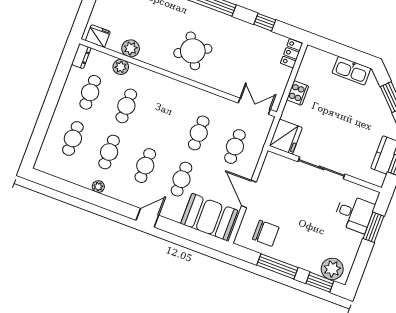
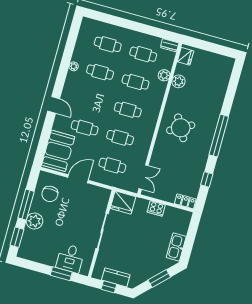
cafe table: (145, 166) -> (128, 110), moved
plant: (332, 269) -> (34, 221), moved

